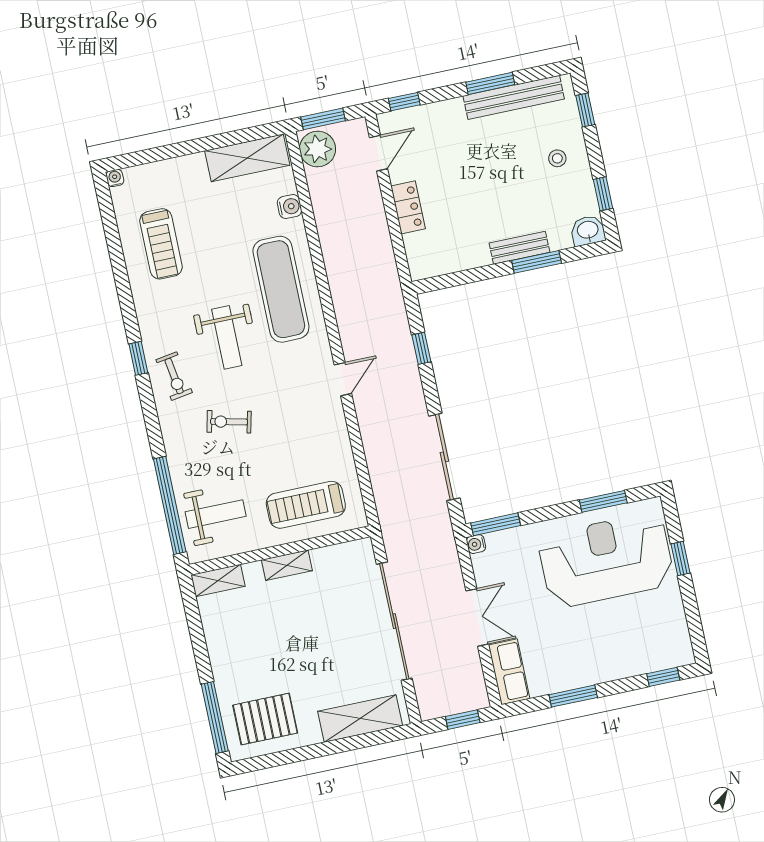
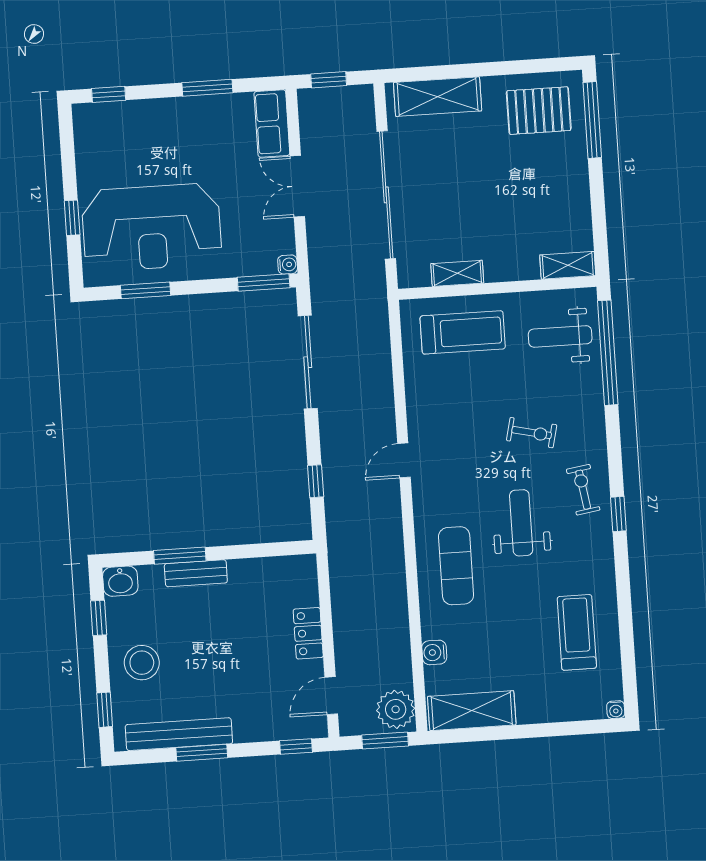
stool: (557, 158) -> (142, 663), width x1.89, depth x1.89
exercise mat: (281, 289) -> (456, 566), width x0.73, depth x0.69
shelving: (287, 565) -> (457, 273), moved

